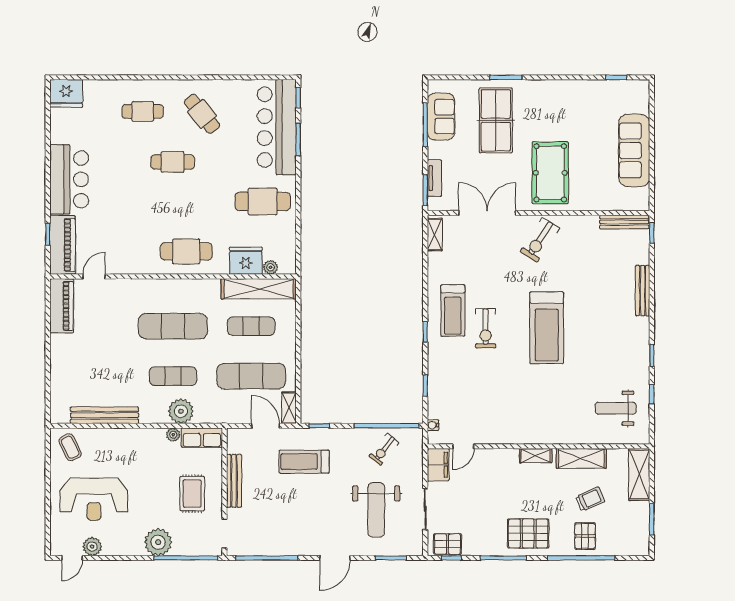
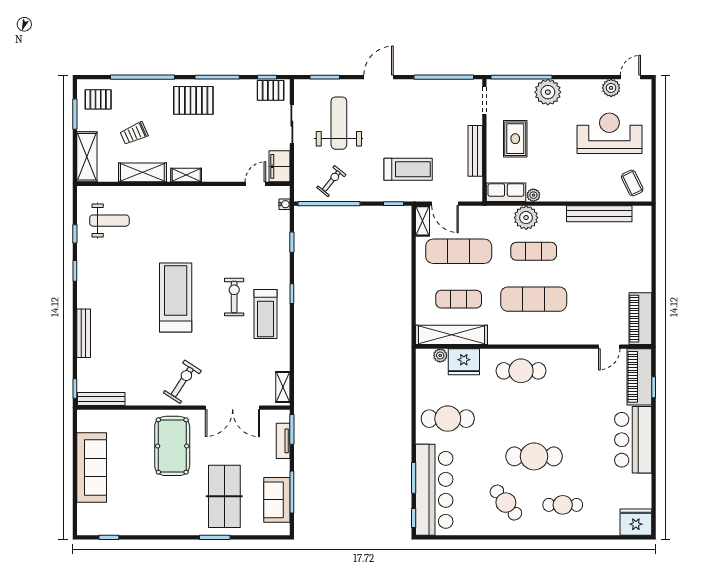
cafe table: (173, 162) -> (534, 456), width x1.37, depth x1.35
treadmill: (453, 311) -> (266, 314), turned 180
pallet: (585, 536) -> (98, 99), moved, turned 90

